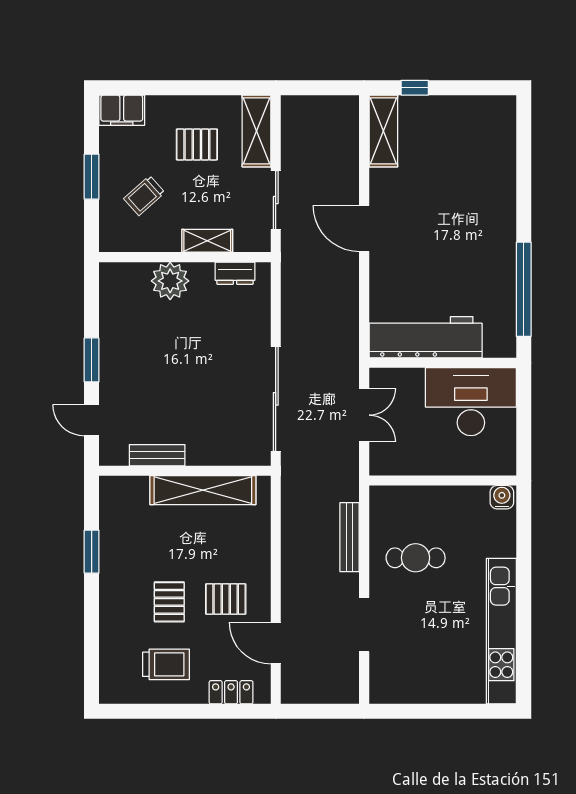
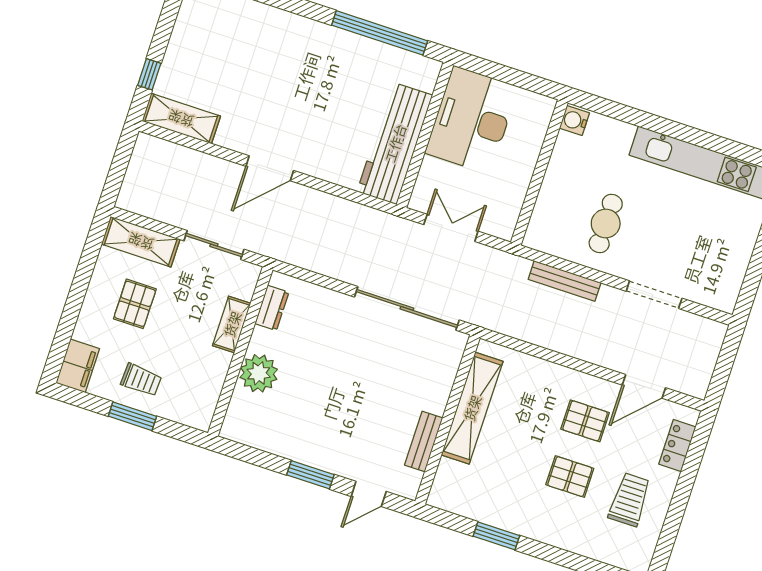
trolley: (144, 196) -> (141, 380), moved, turned -45
pallet: (226, 599) -> (585, 421), turned 90

